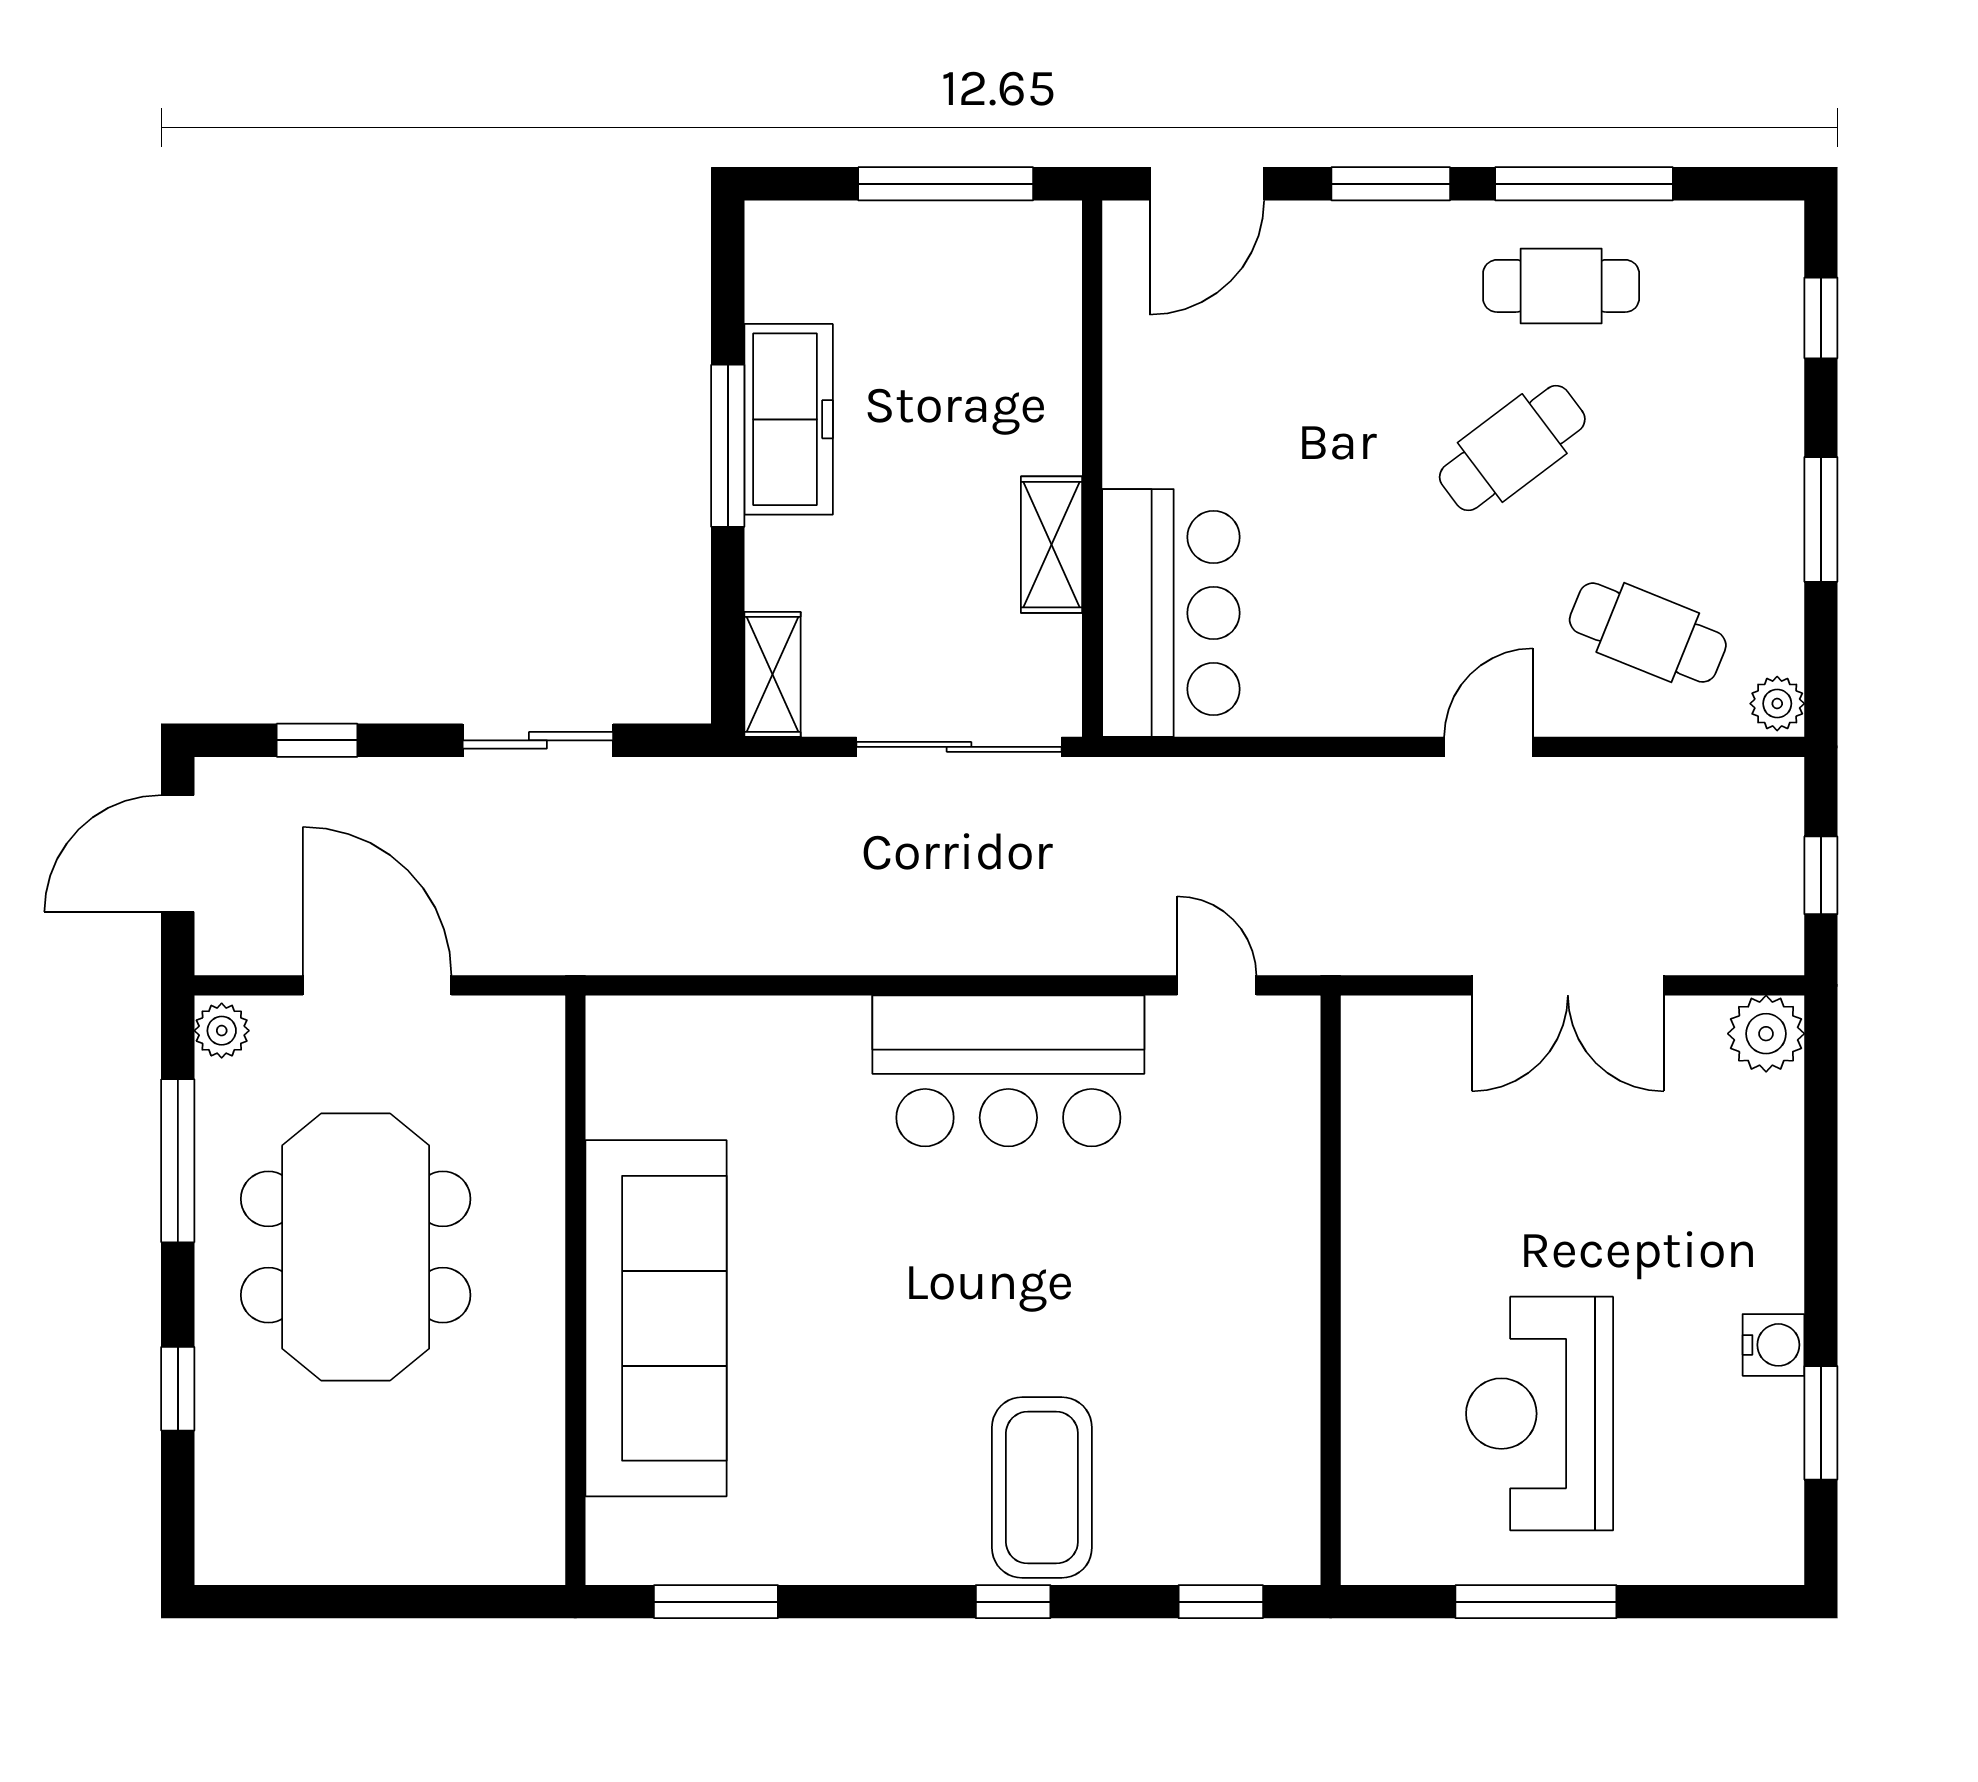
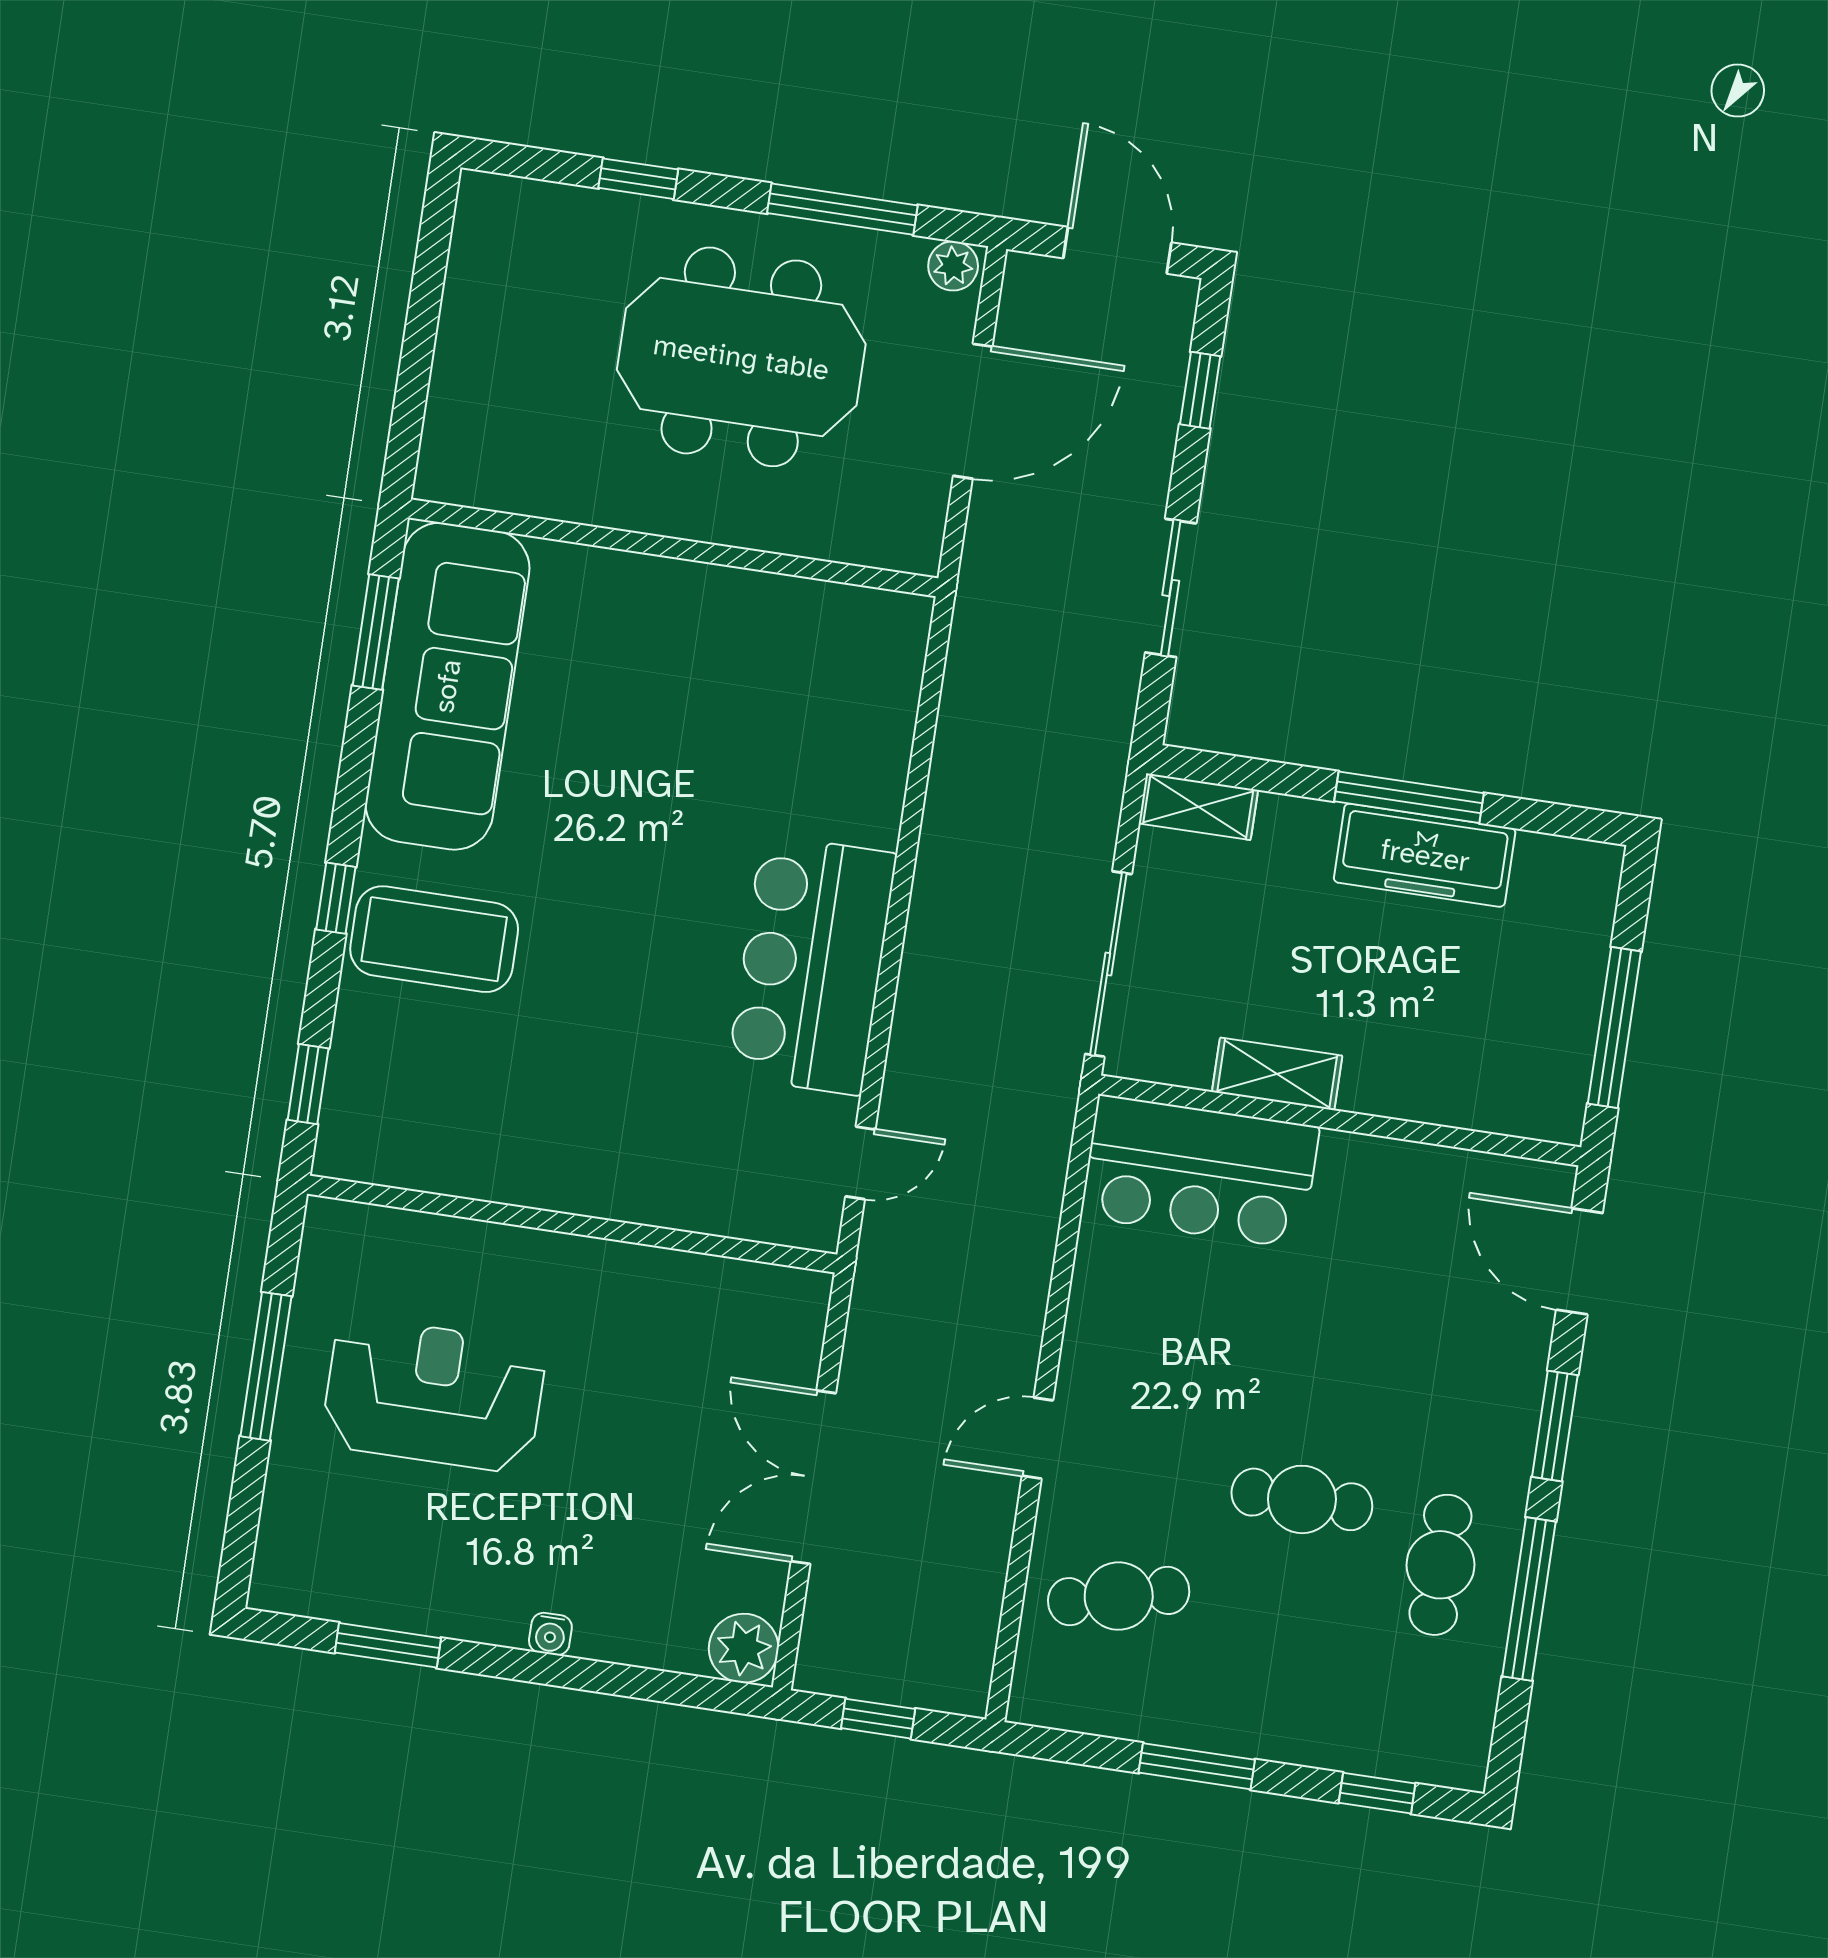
cafe table: (1512, 448) -> (1302, 1499), turned -53
cafe table: (1648, 633) -> (1119, 1596), turned 53
plant: (1777, 704) -> (1038, 1702), removed
door: (1488, 747) -> (1038, 1438), swing flipped
sofa: (656, 1318) -> (447, 686), moved, turned -90
water cooler: (1773, 1345) -> (550, 1634), moved, width x0.72, depth x0.72

